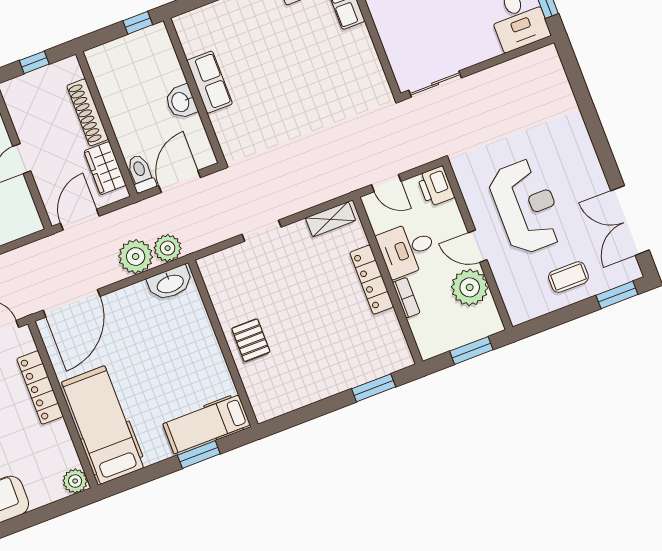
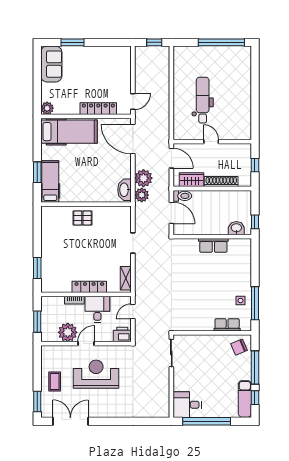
washbasin: (181, 102) -> (236, 228), moved
reception desk: (526, 206) -> (96, 374), turned 180

